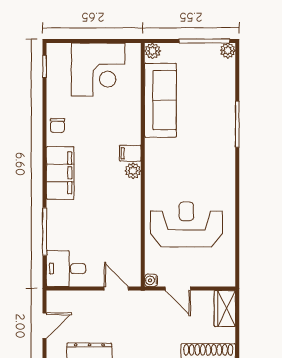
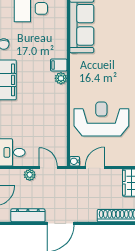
door: (178, 289) -> (95, 168), swing flipped
plant: (92, 298) -> (30, 175), added

